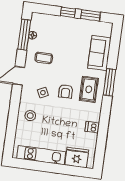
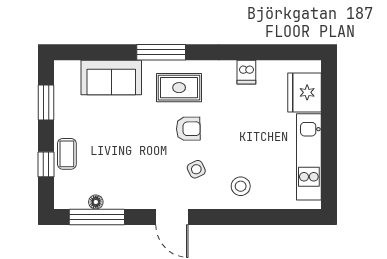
window: (68, 12) -> (46, 164), moved
coffee table: (44, 58) -> (67, 154), moved

